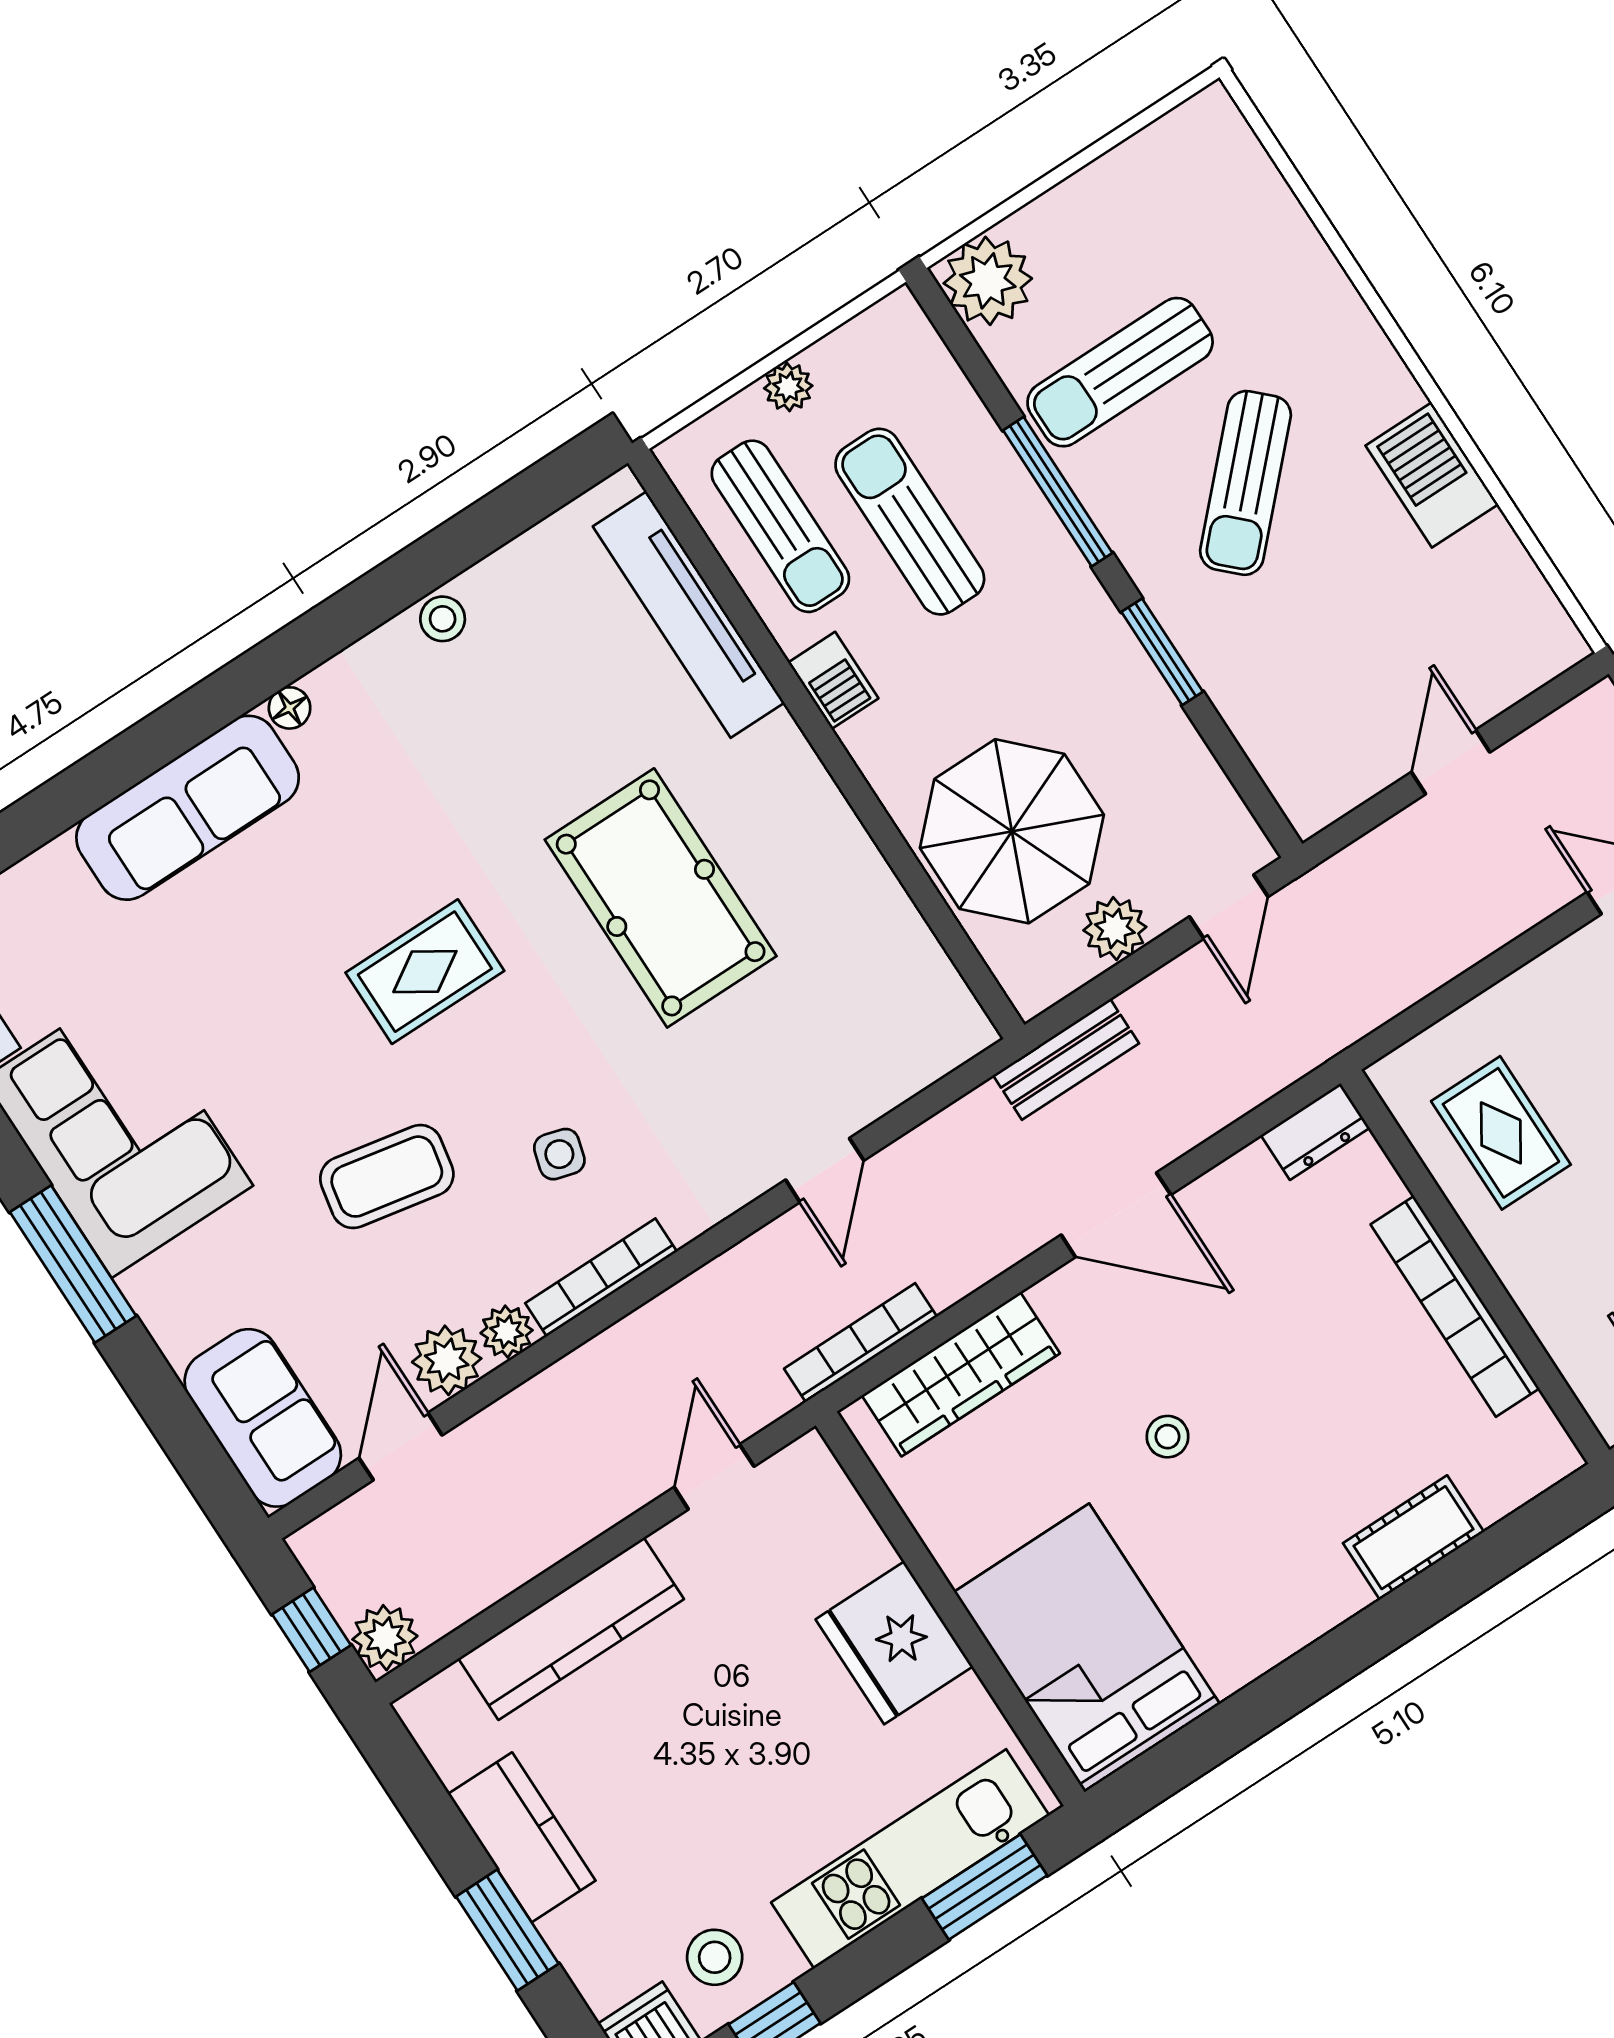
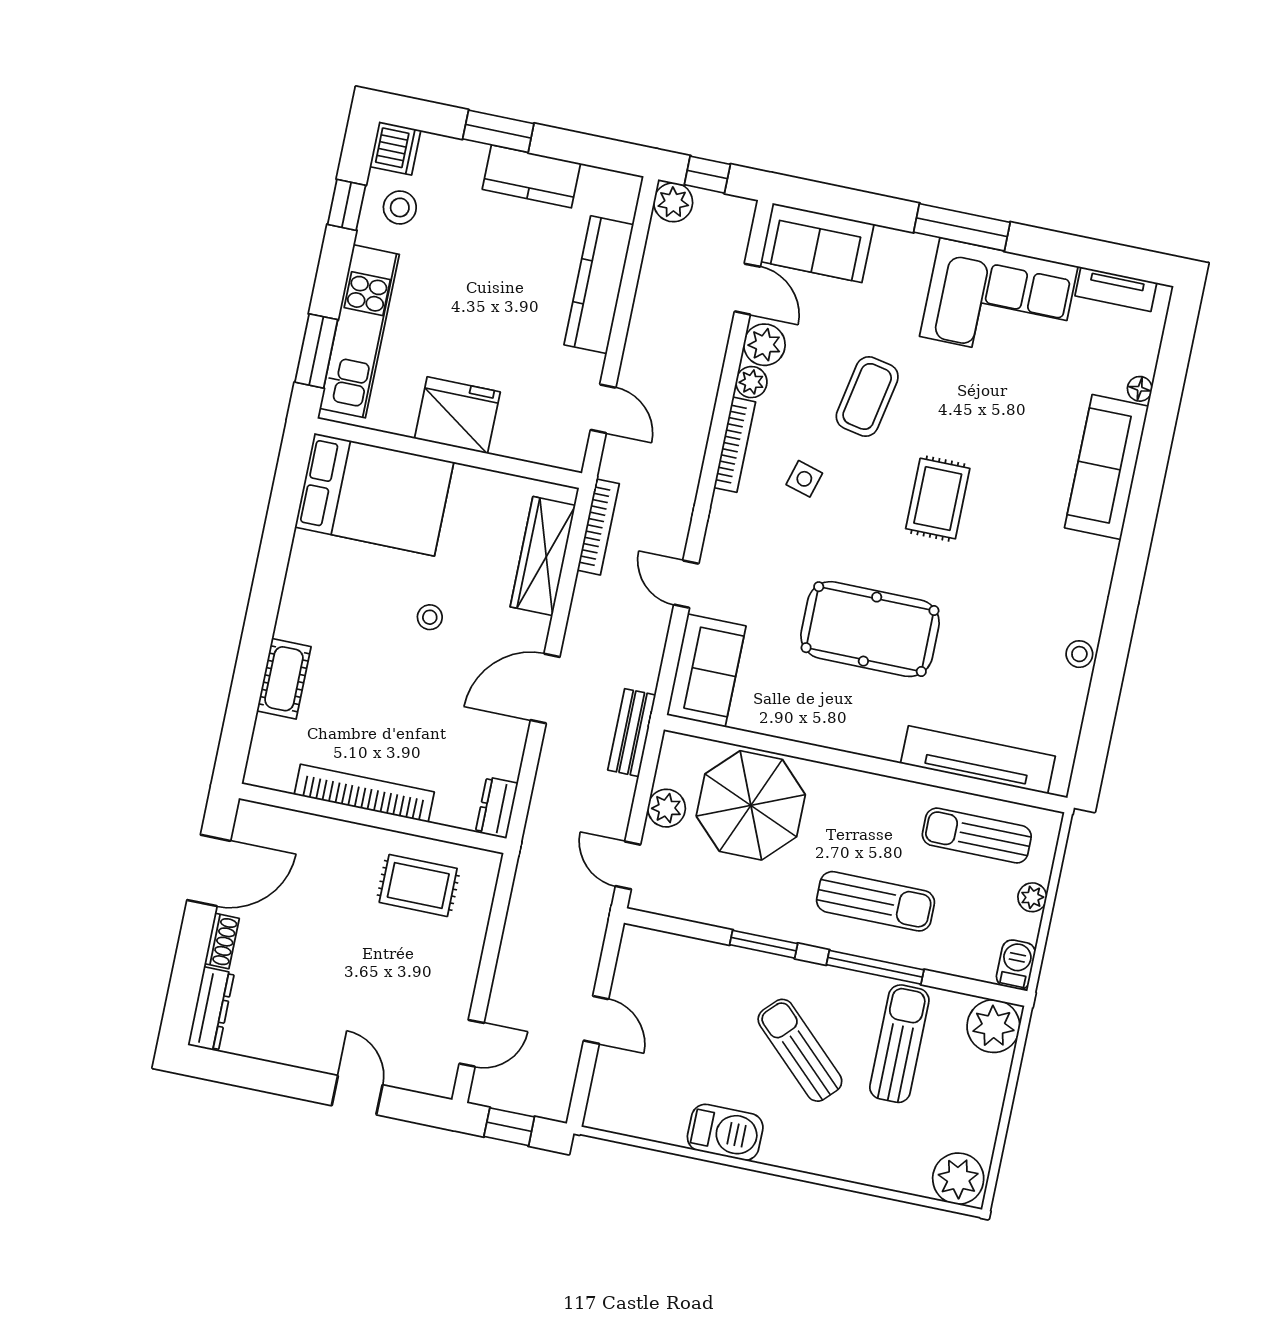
plant: (1211, 142) -> (958, 1179), added
sun lounger: (910, 522) -> (876, 901), moved
barbecue: (833, 680) -> (1016, 965), moved, turned 90
floor lamp: (290, 708) -> (1140, 389), moved
sofa: (904, 1044) -> (706, 670), added

